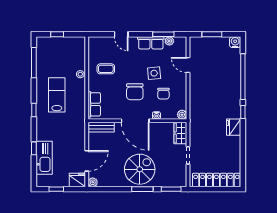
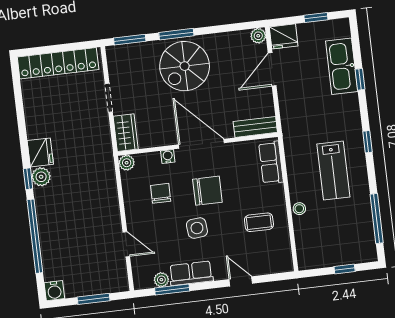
side table: (154, 73) -> (197, 228), moved
chair: (135, 92) -> (207, 191), turned 90
plant: (235, 112) -> (41, 177), added

